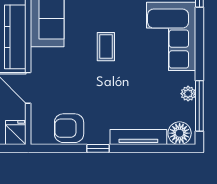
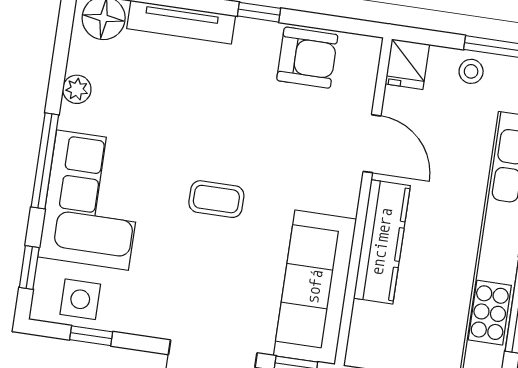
coffee table: (106, 47) -> (216, 199), turned 90
window: (199, 106) -> (45, 161), moved

